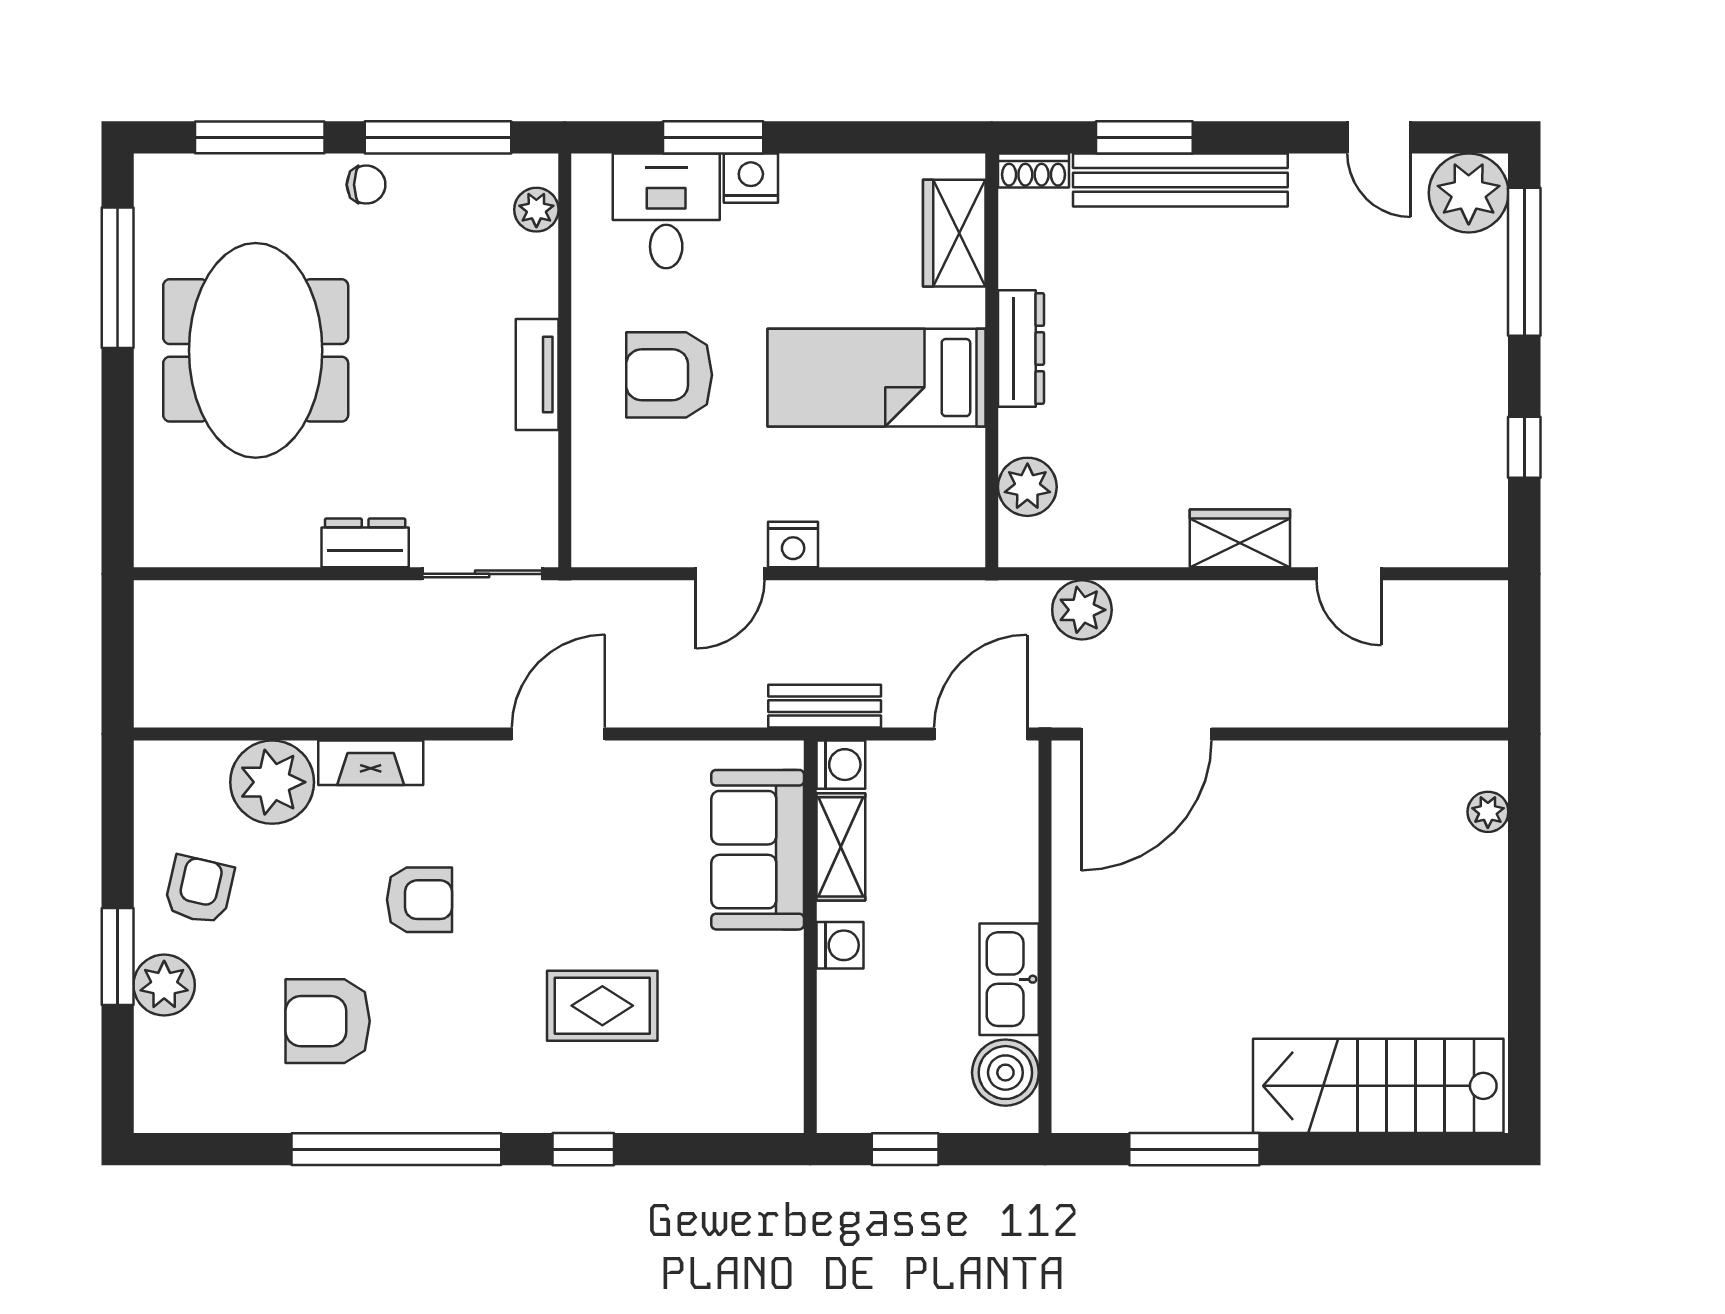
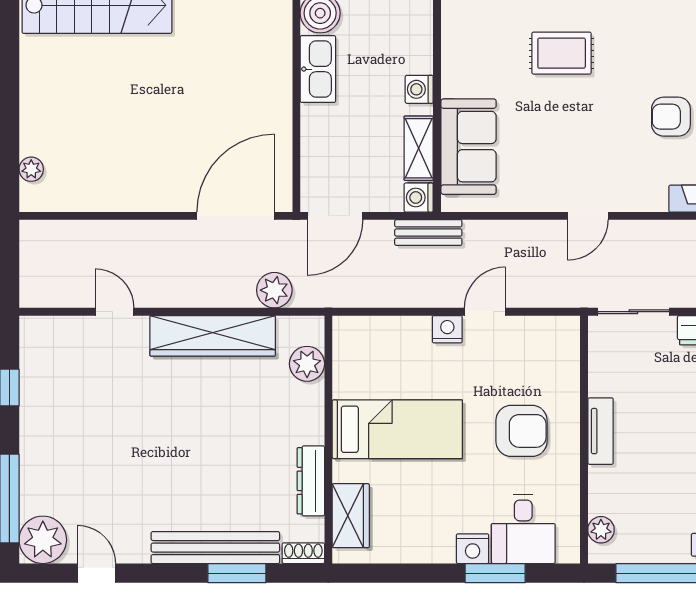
dresser: (1021, 348) -> (311, 481), moved
wardrobe: (1240, 538) -> (213, 336), width x2.10, depth x1.17
door: (558, 734) -> (588, 216), width x0.73

